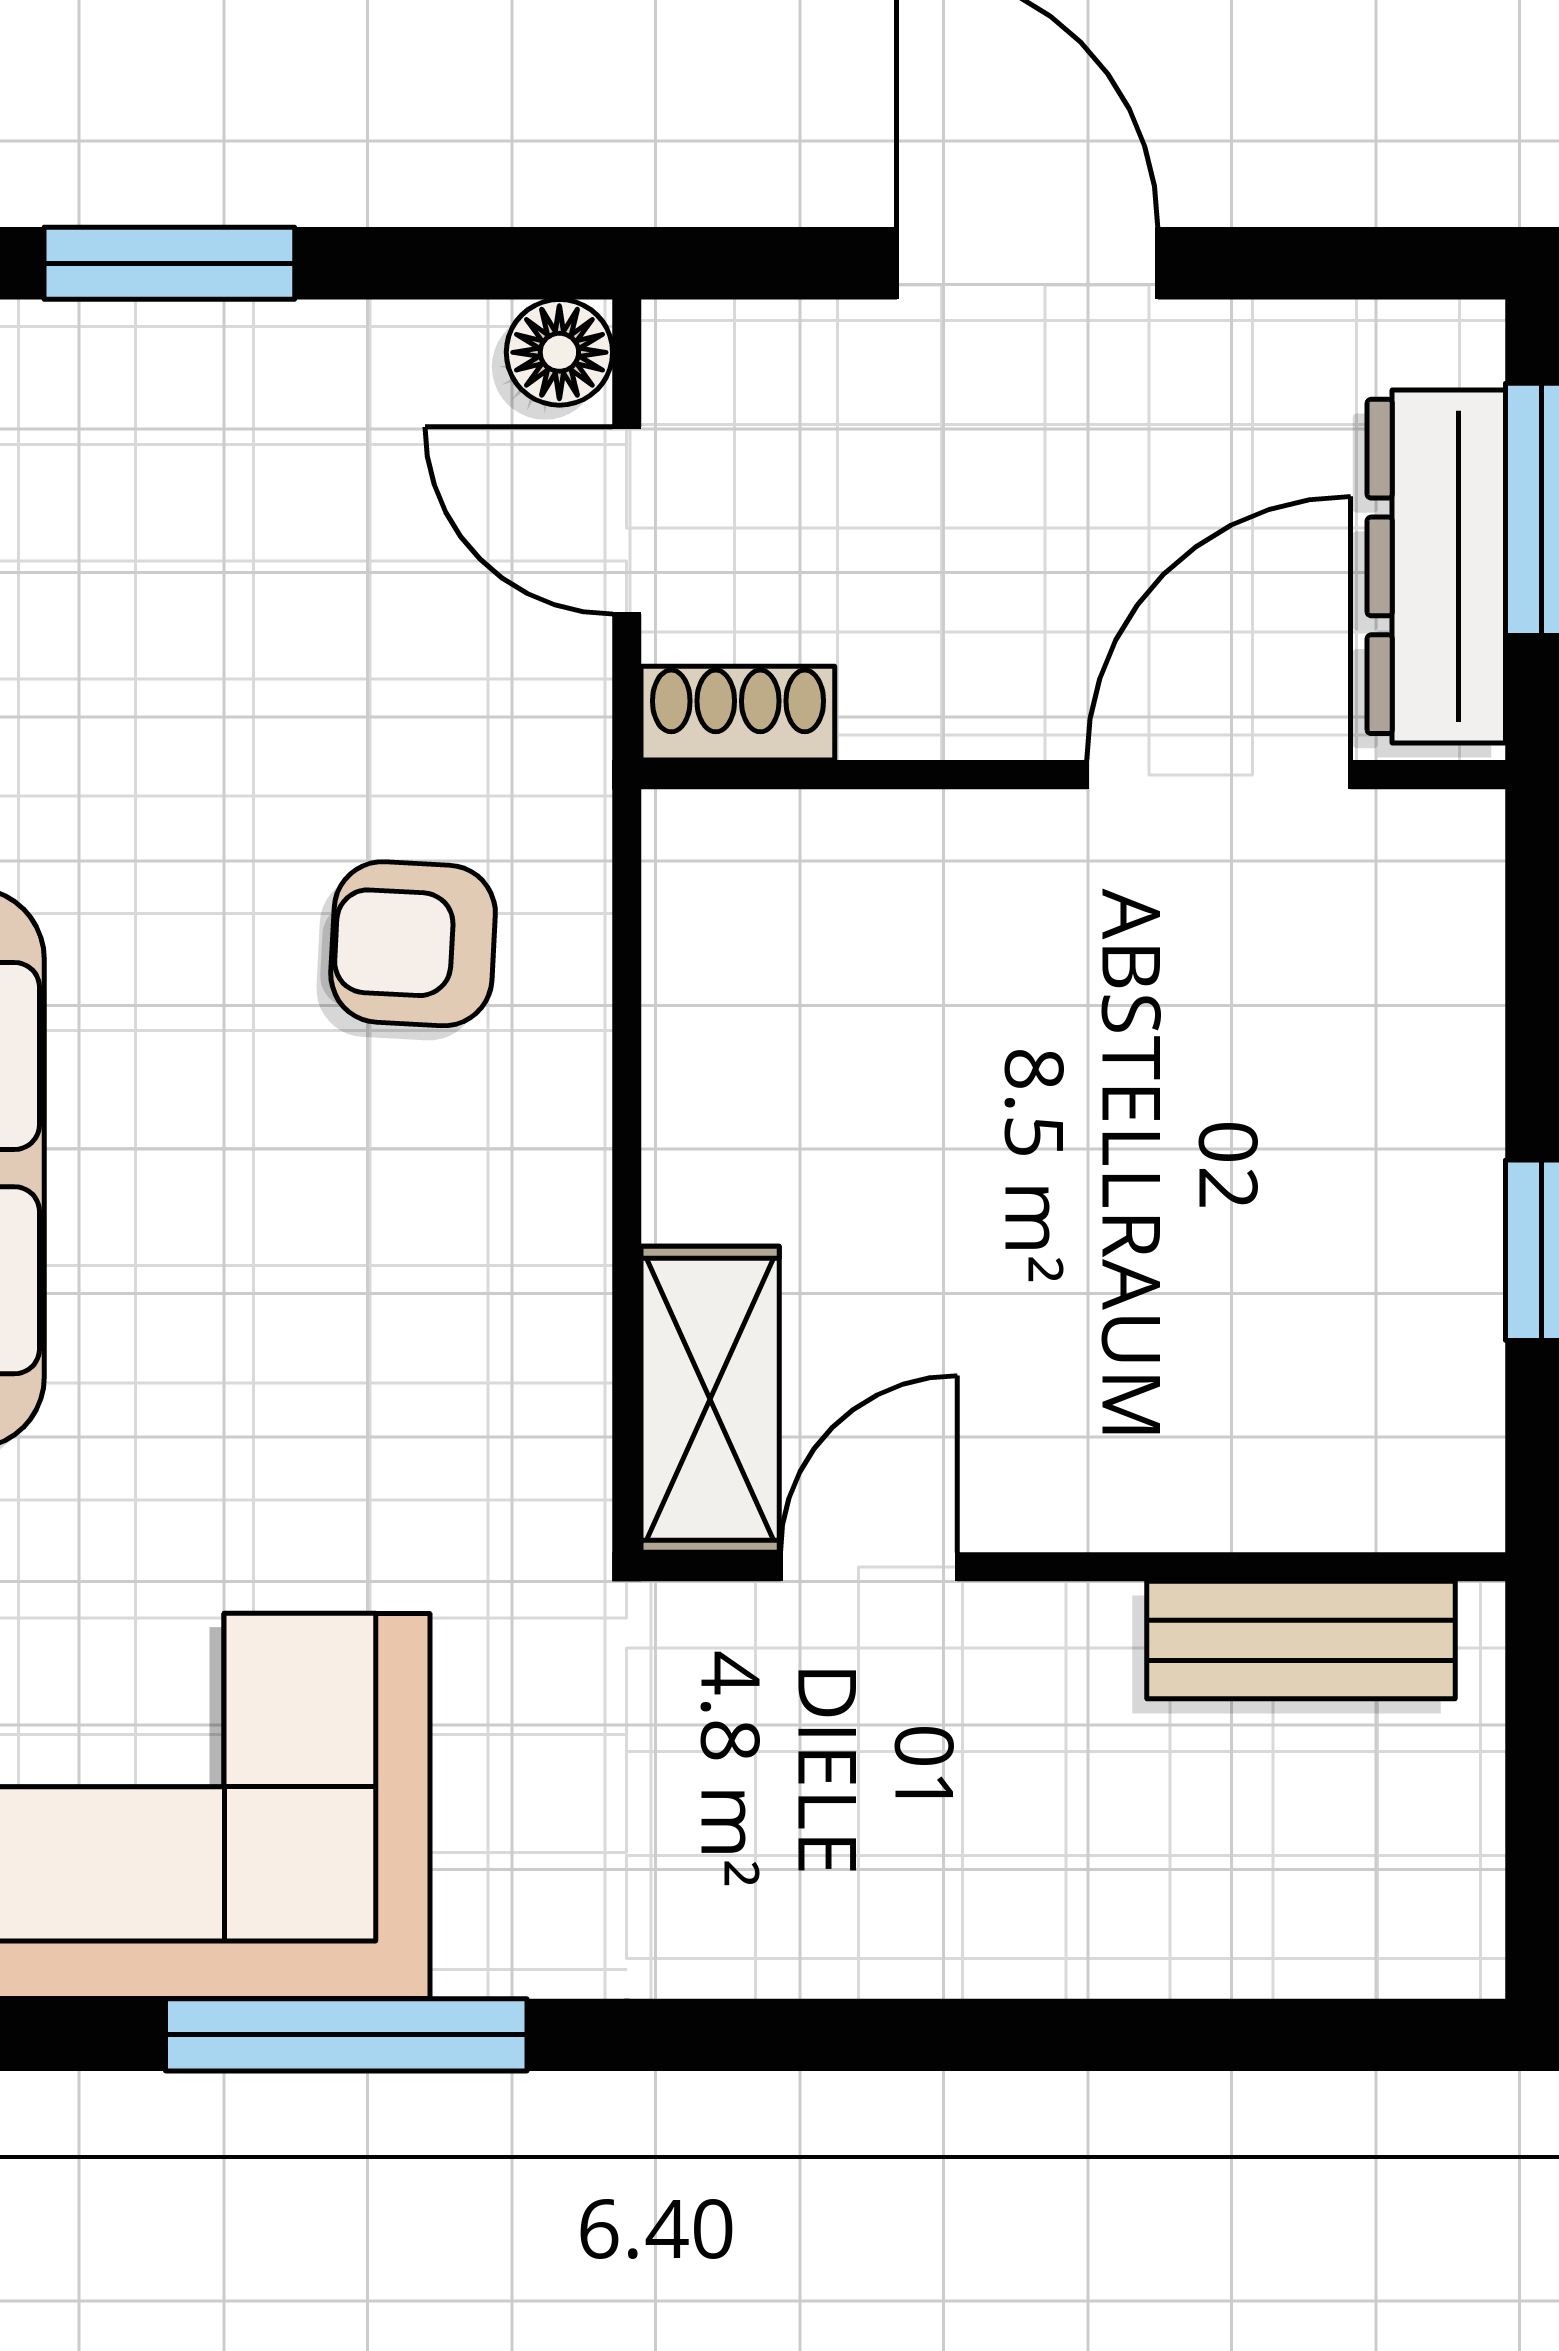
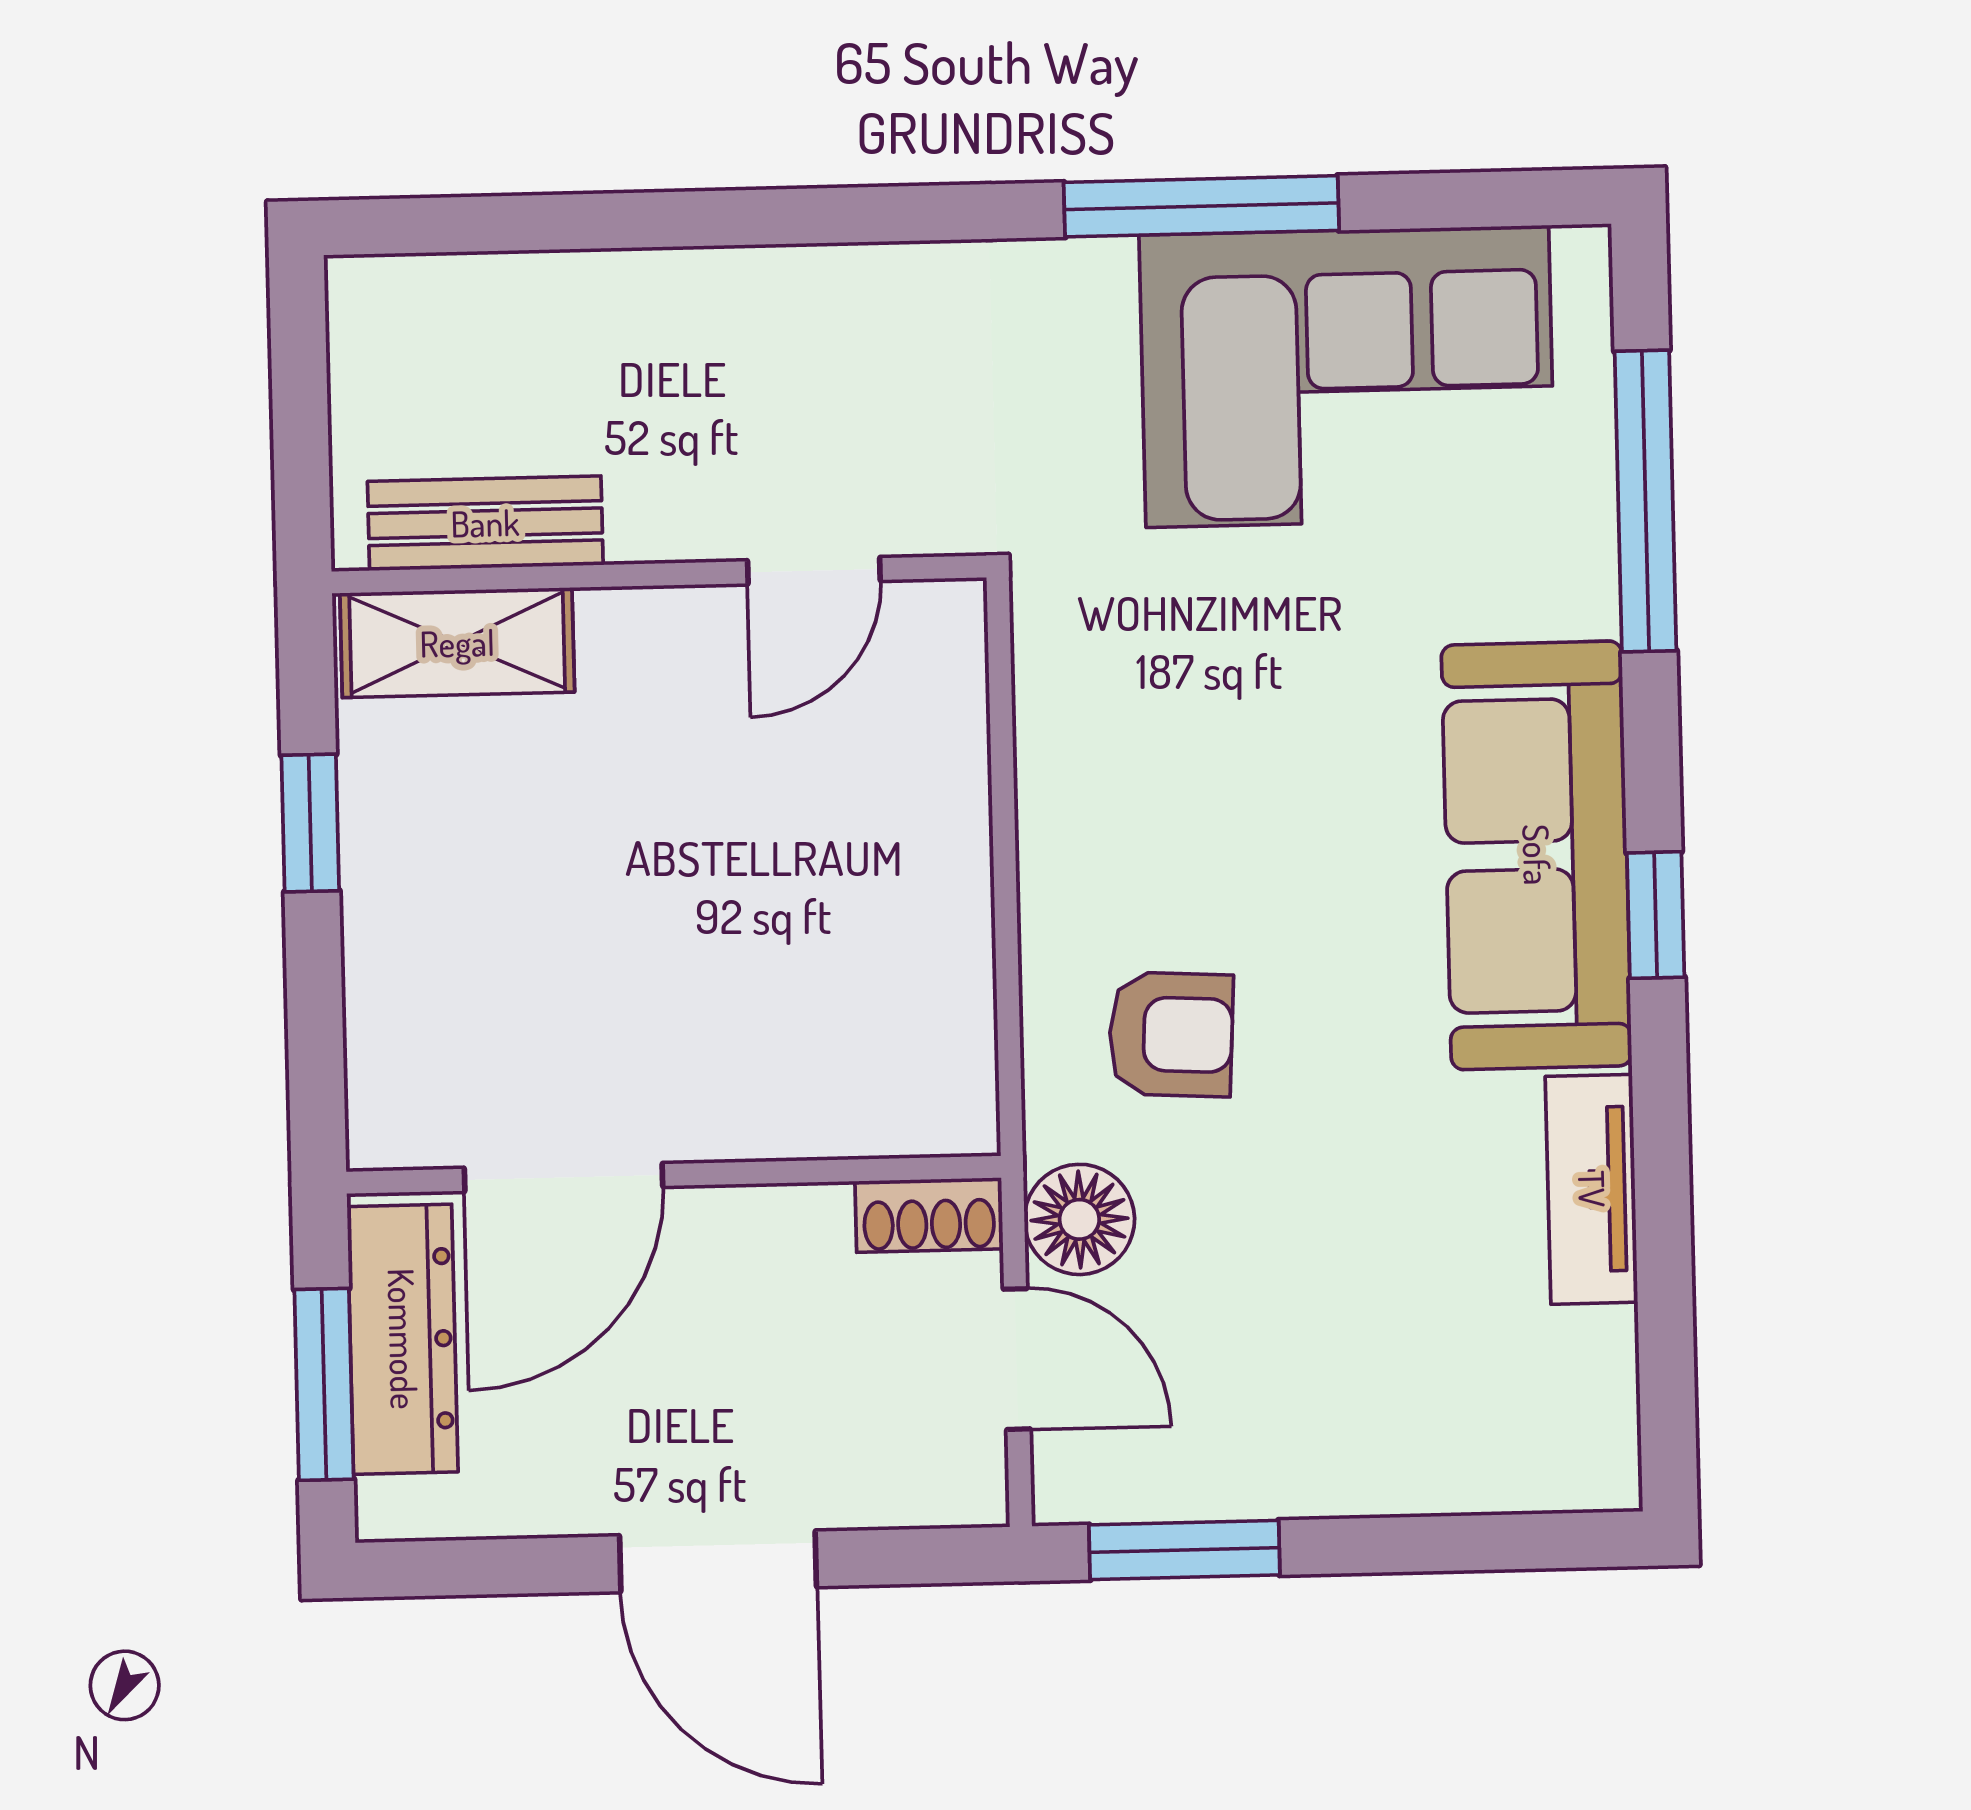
window: (169, 263) -> (1184, 1550), moved
floor lamp: (559, 352) -> (1079, 1219), moved, width x1.37, depth x1.37
shelving: (710, 1399) -> (457, 643), moved, turned 90

